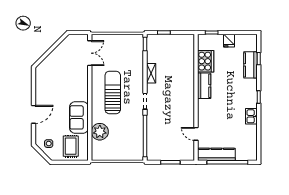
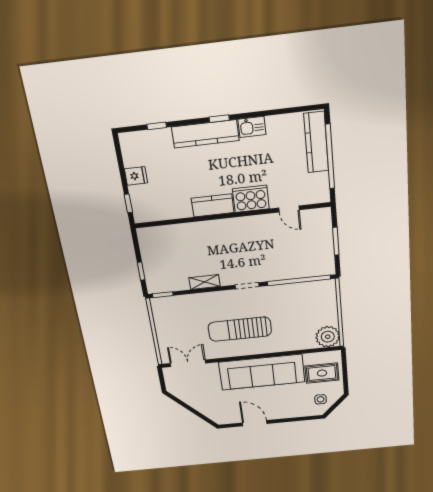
cooker: (206, 61) -> (251, 199), moved
kitchen counter: (250, 65) -> (205, 134), moved, width x1.50
door: (33, 114) -> (255, 423), moved
sofa: (79, 117) -> (262, 372), width x1.85, depth x1.27
plant: (100, 132) -> (328, 337), moved
door: (196, 134) -> (289, 209), hinge flipped
kitchen counter: (216, 154) -> (316, 142), moved

